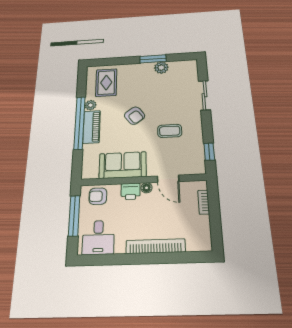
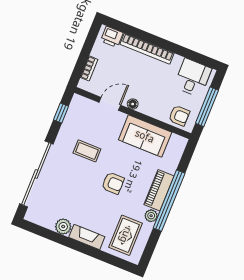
window: (153, 59) -> (67, 242), removed
fireplace: (138, 68) -> (87, 237), added
sliding door: (204, 95) -> (36, 174), width x1.86
armchair: (135, 116) -> (113, 183), turned 127
door: (168, 179) -> (110, 104), hinge flipped
printer: (131, 191) -> (112, 37), moved, turned 180

